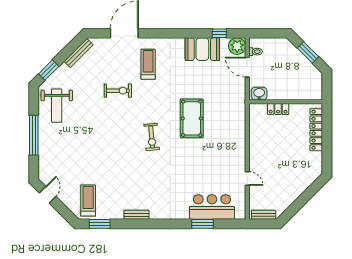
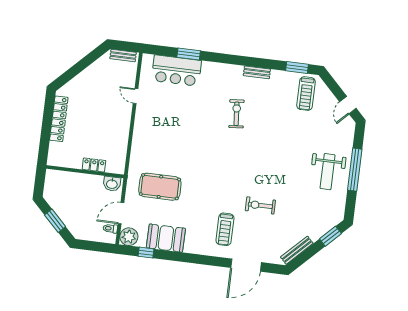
door: (247, 67) -> (121, 213), swing flipped
weight bench: (57, 106) -> (328, 172), moved, turned 180
pool table: (192, 118) -> (160, 187), moved, turned 90
locker: (316, 130) -> (59, 119), moved
exercise bike: (152, 137) -> (236, 114), moved

